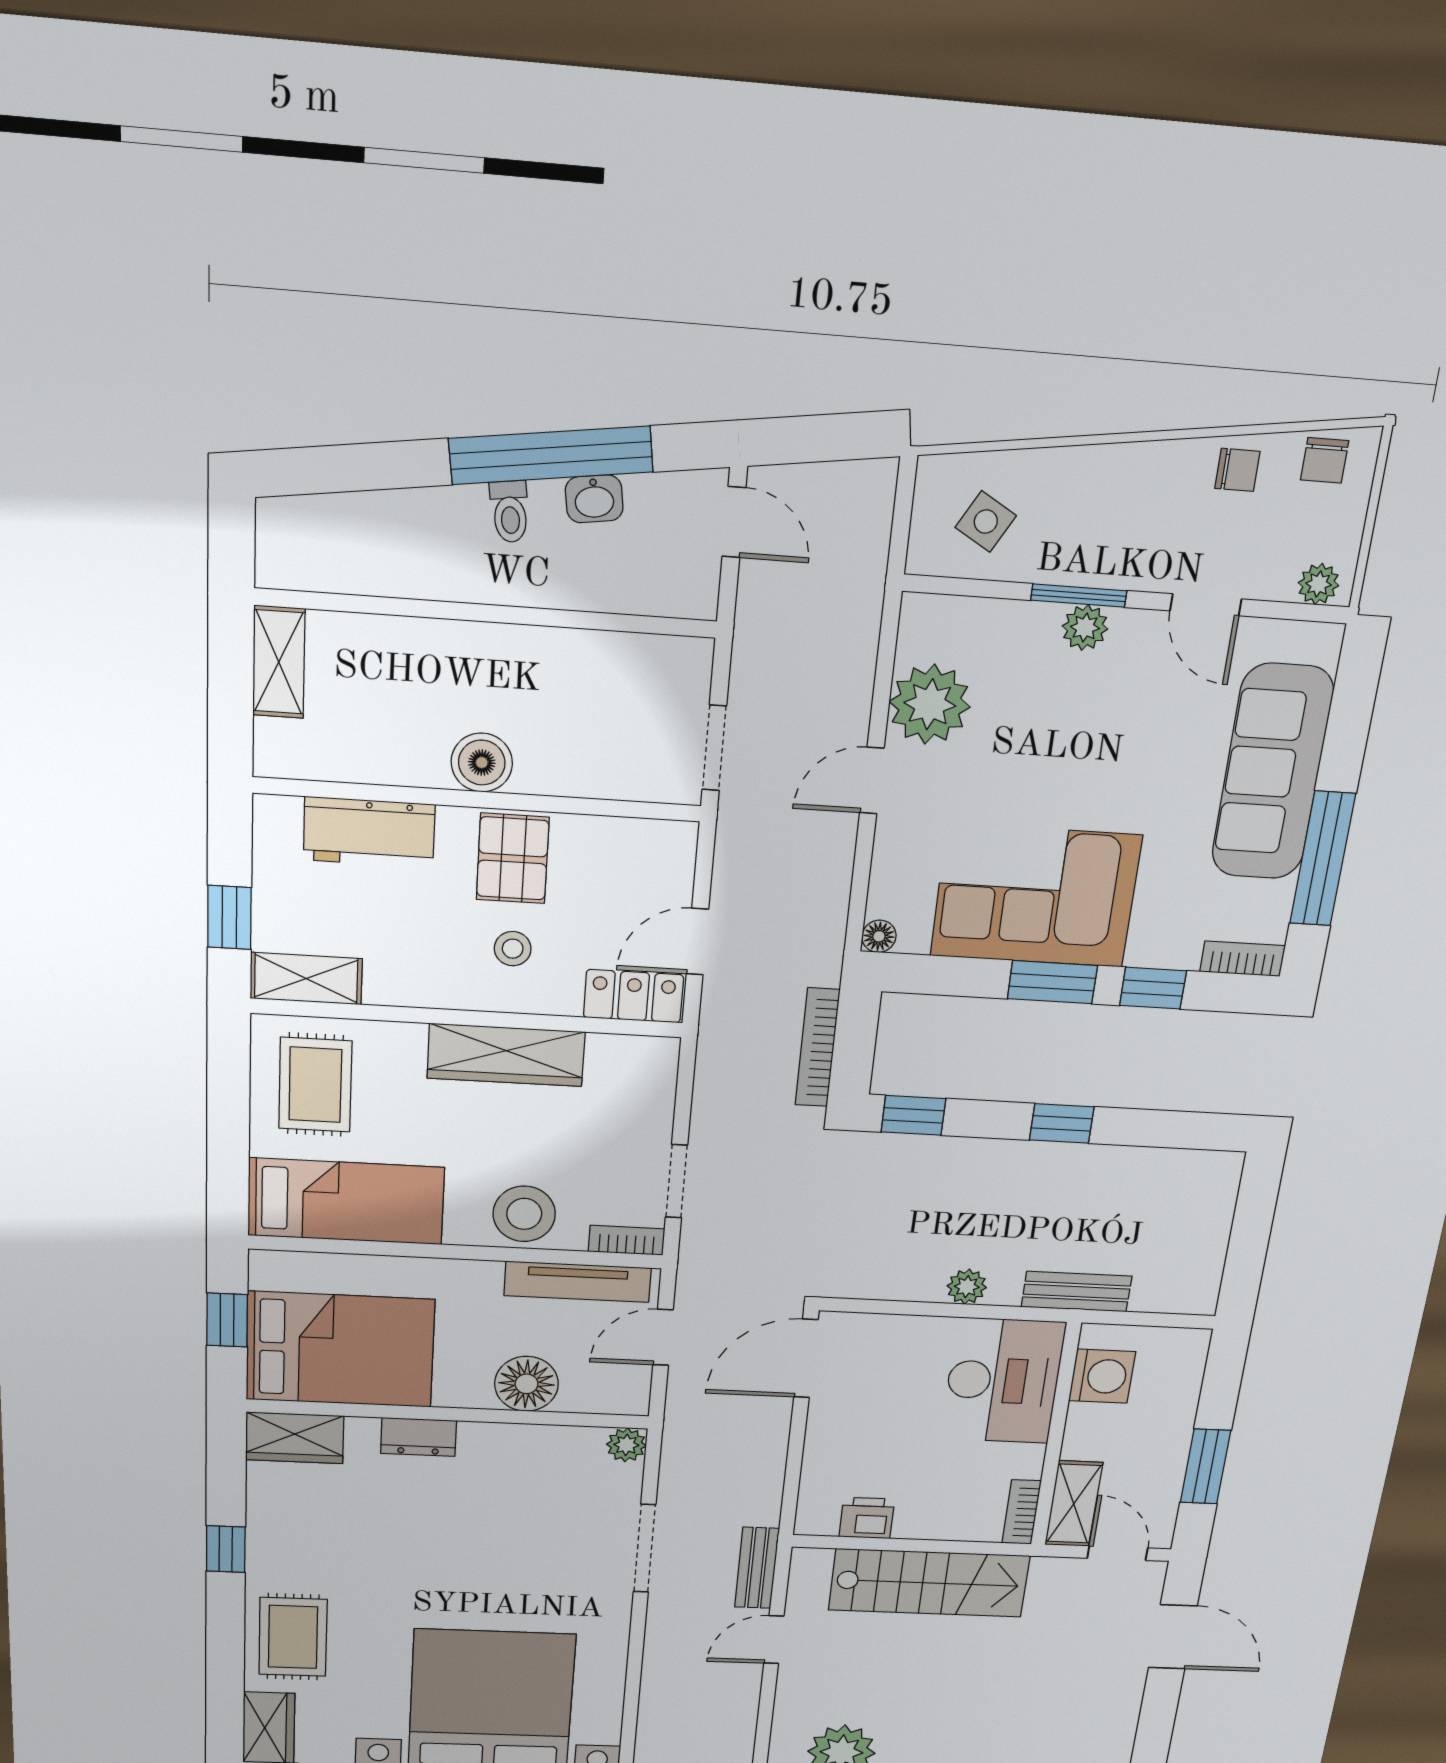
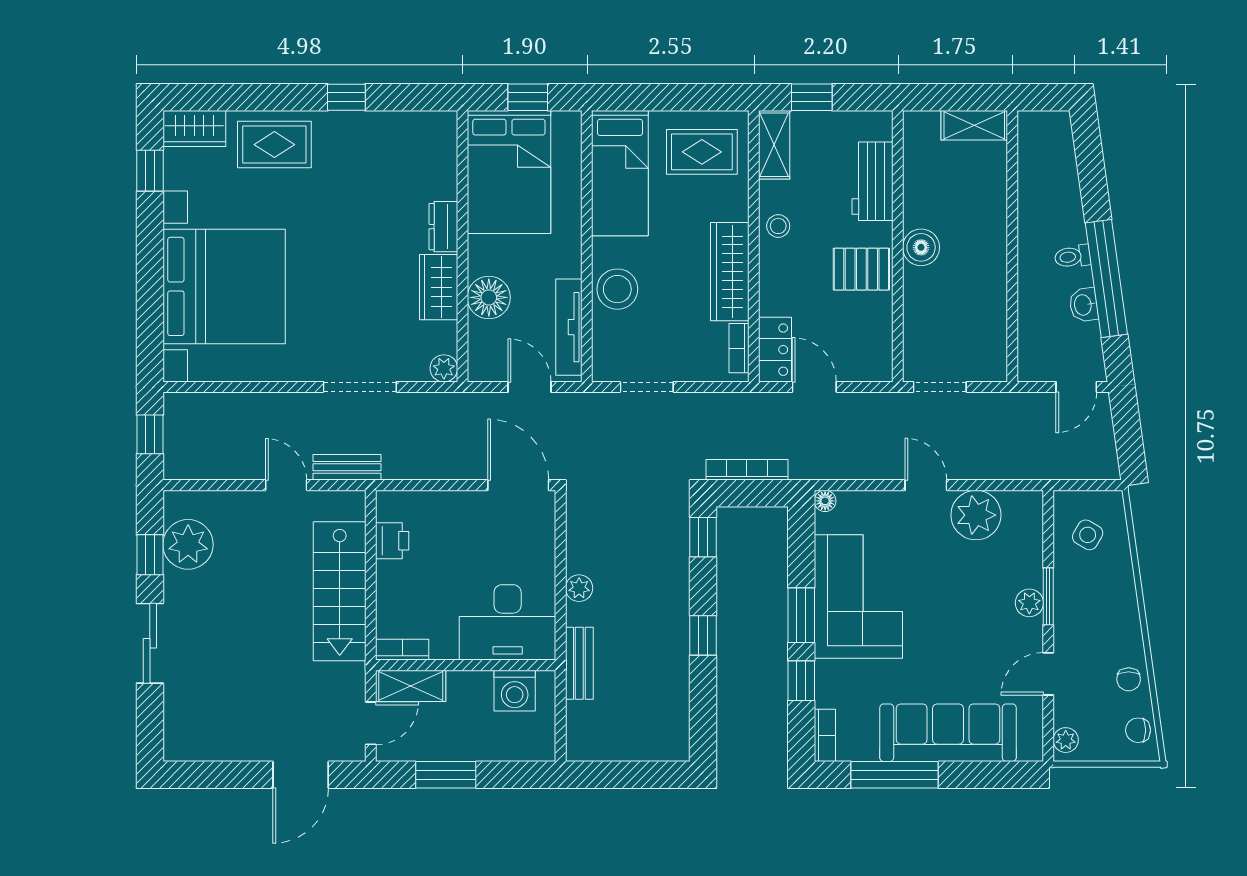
stool: (513, 949) -> (778, 226), moved
bookcase: (627, 1240) -> (739, 348), moved, turned 180
wardrobe: (295, 1438) -> (439, 287), moved

